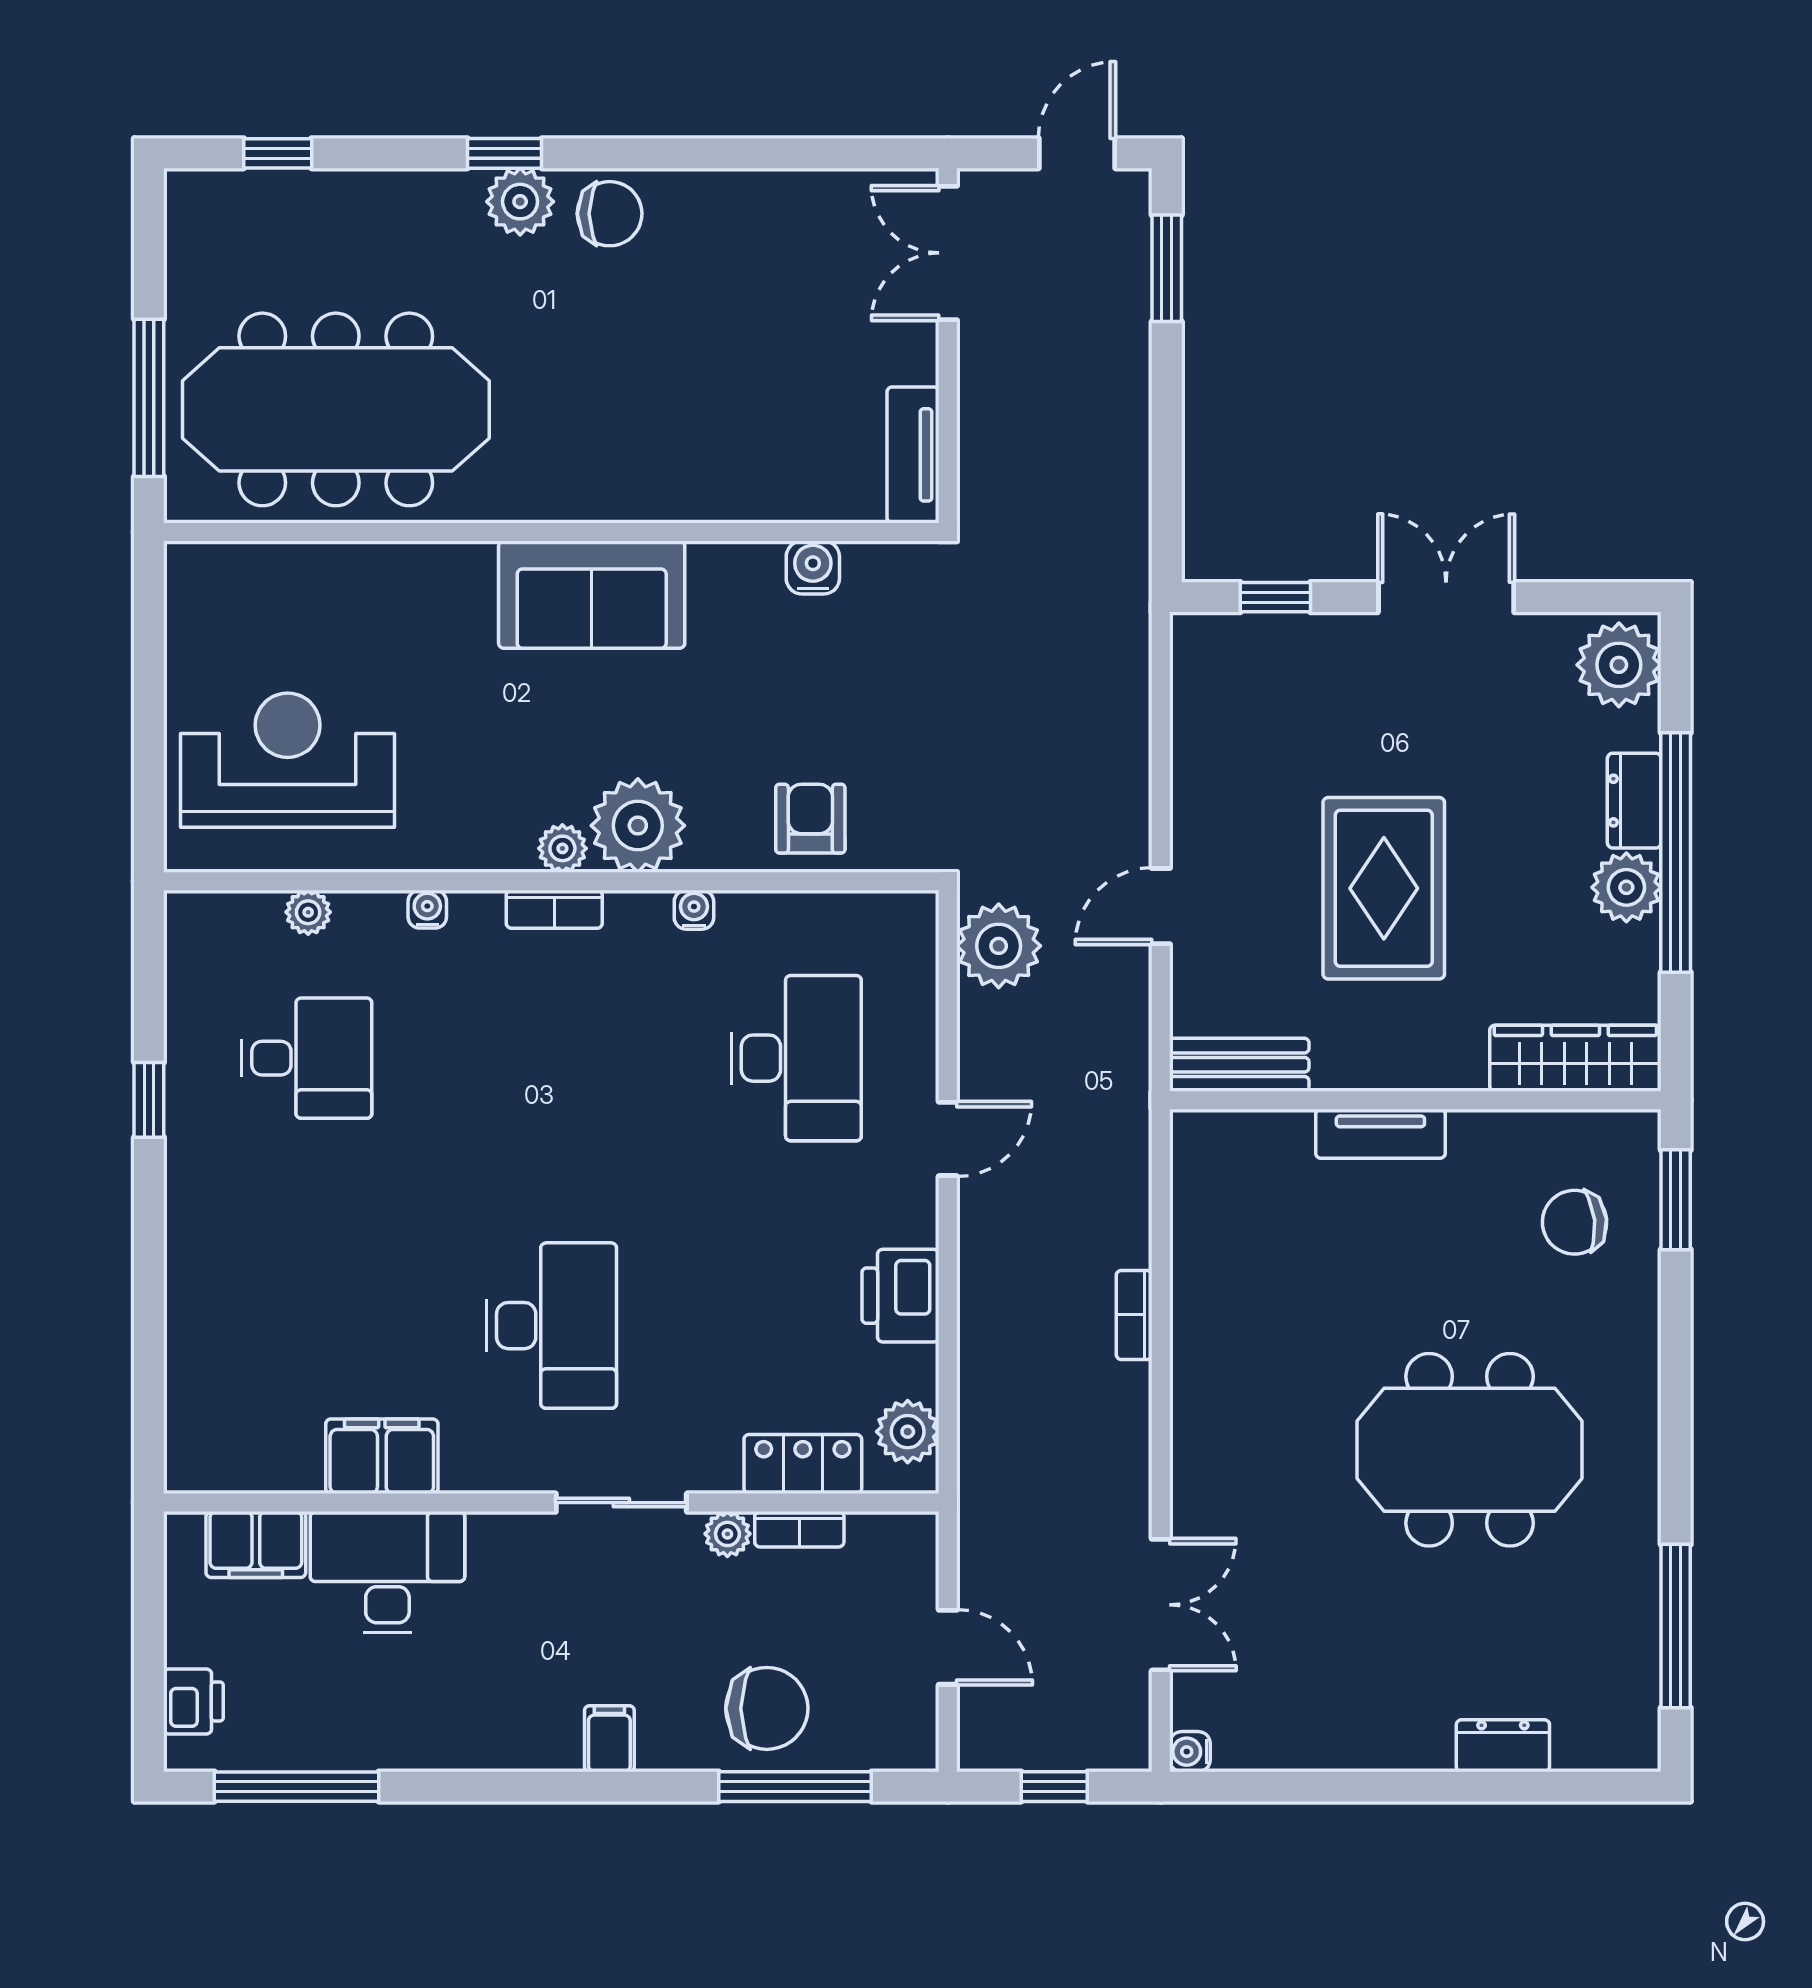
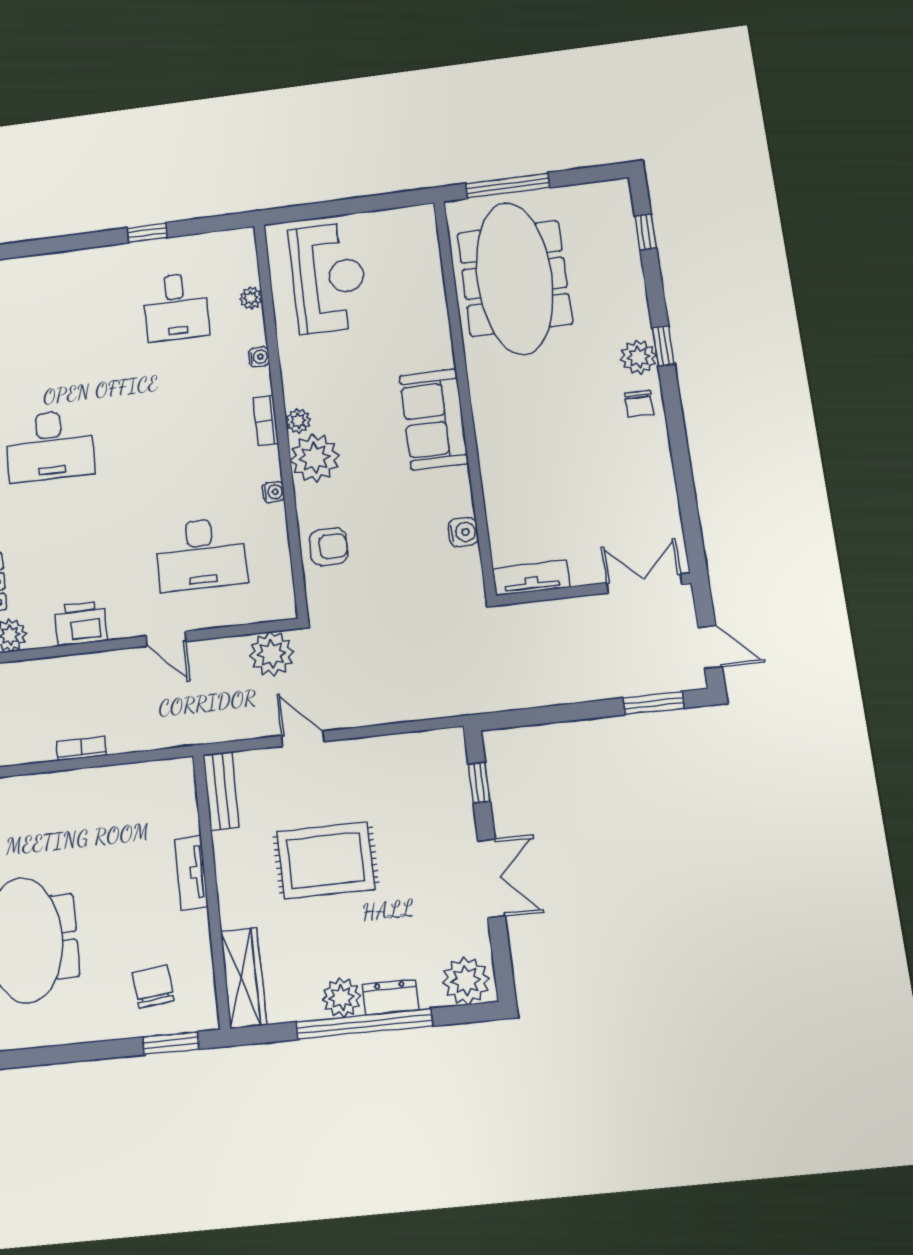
chair: (610, 214) -> (639, 404), width x0.73, depth x0.73

